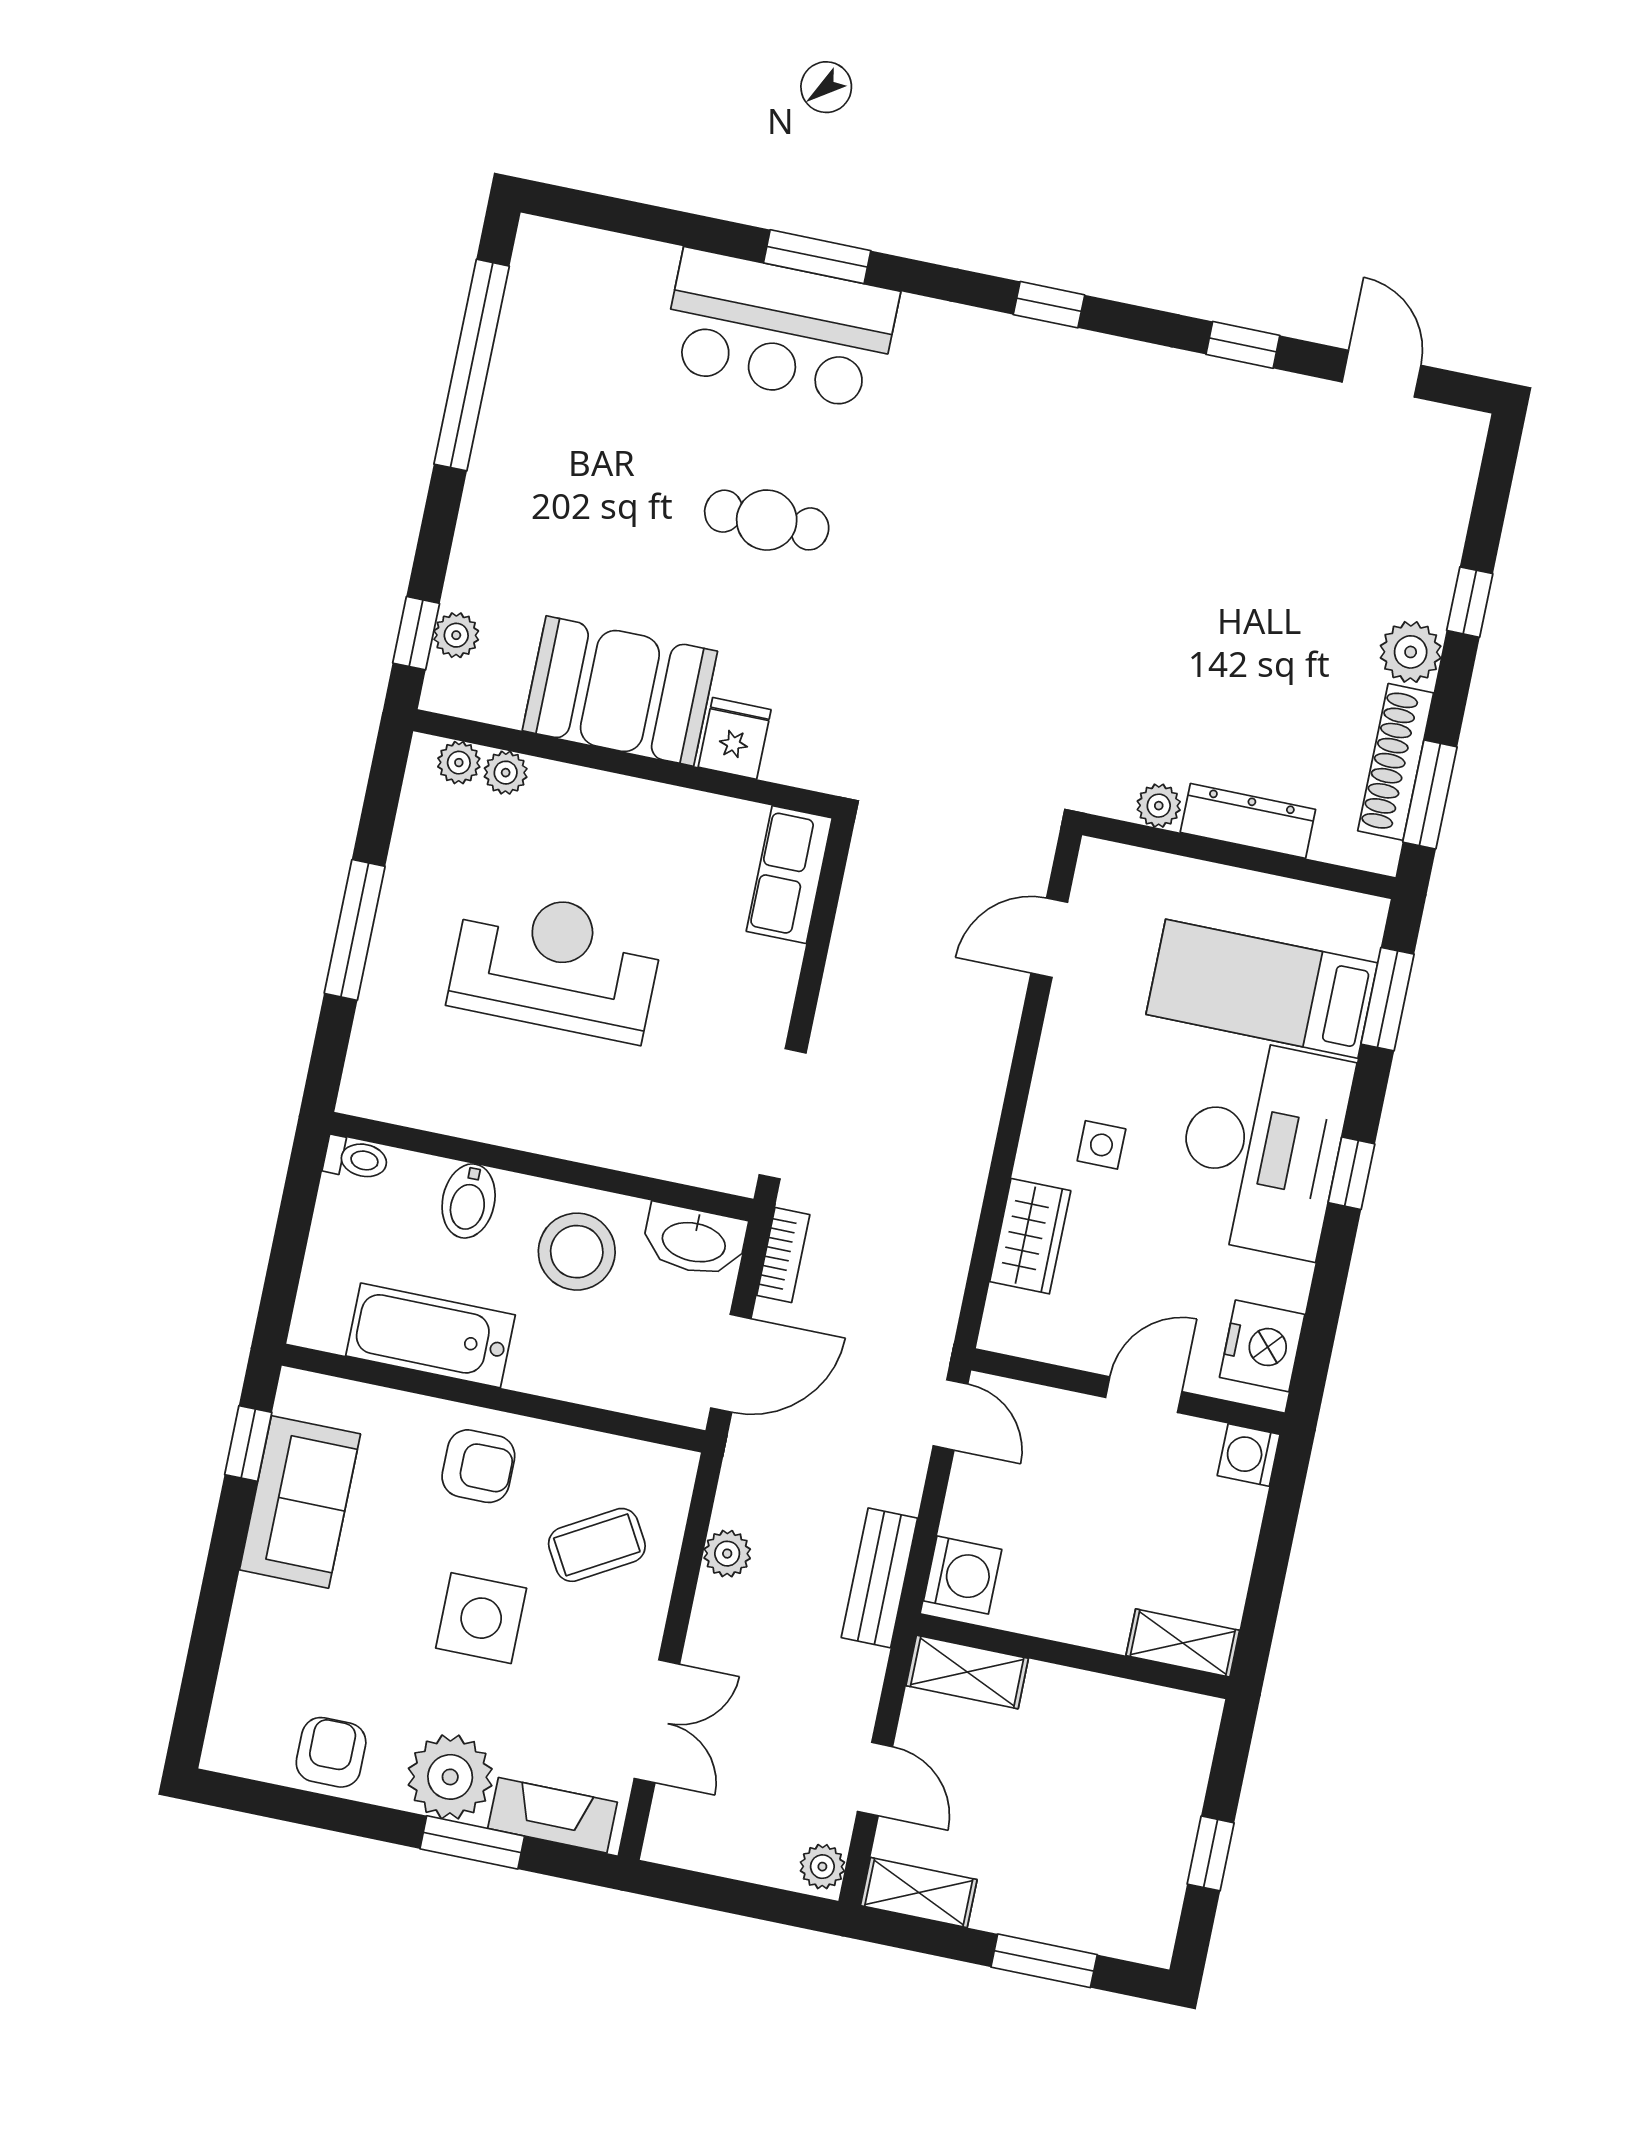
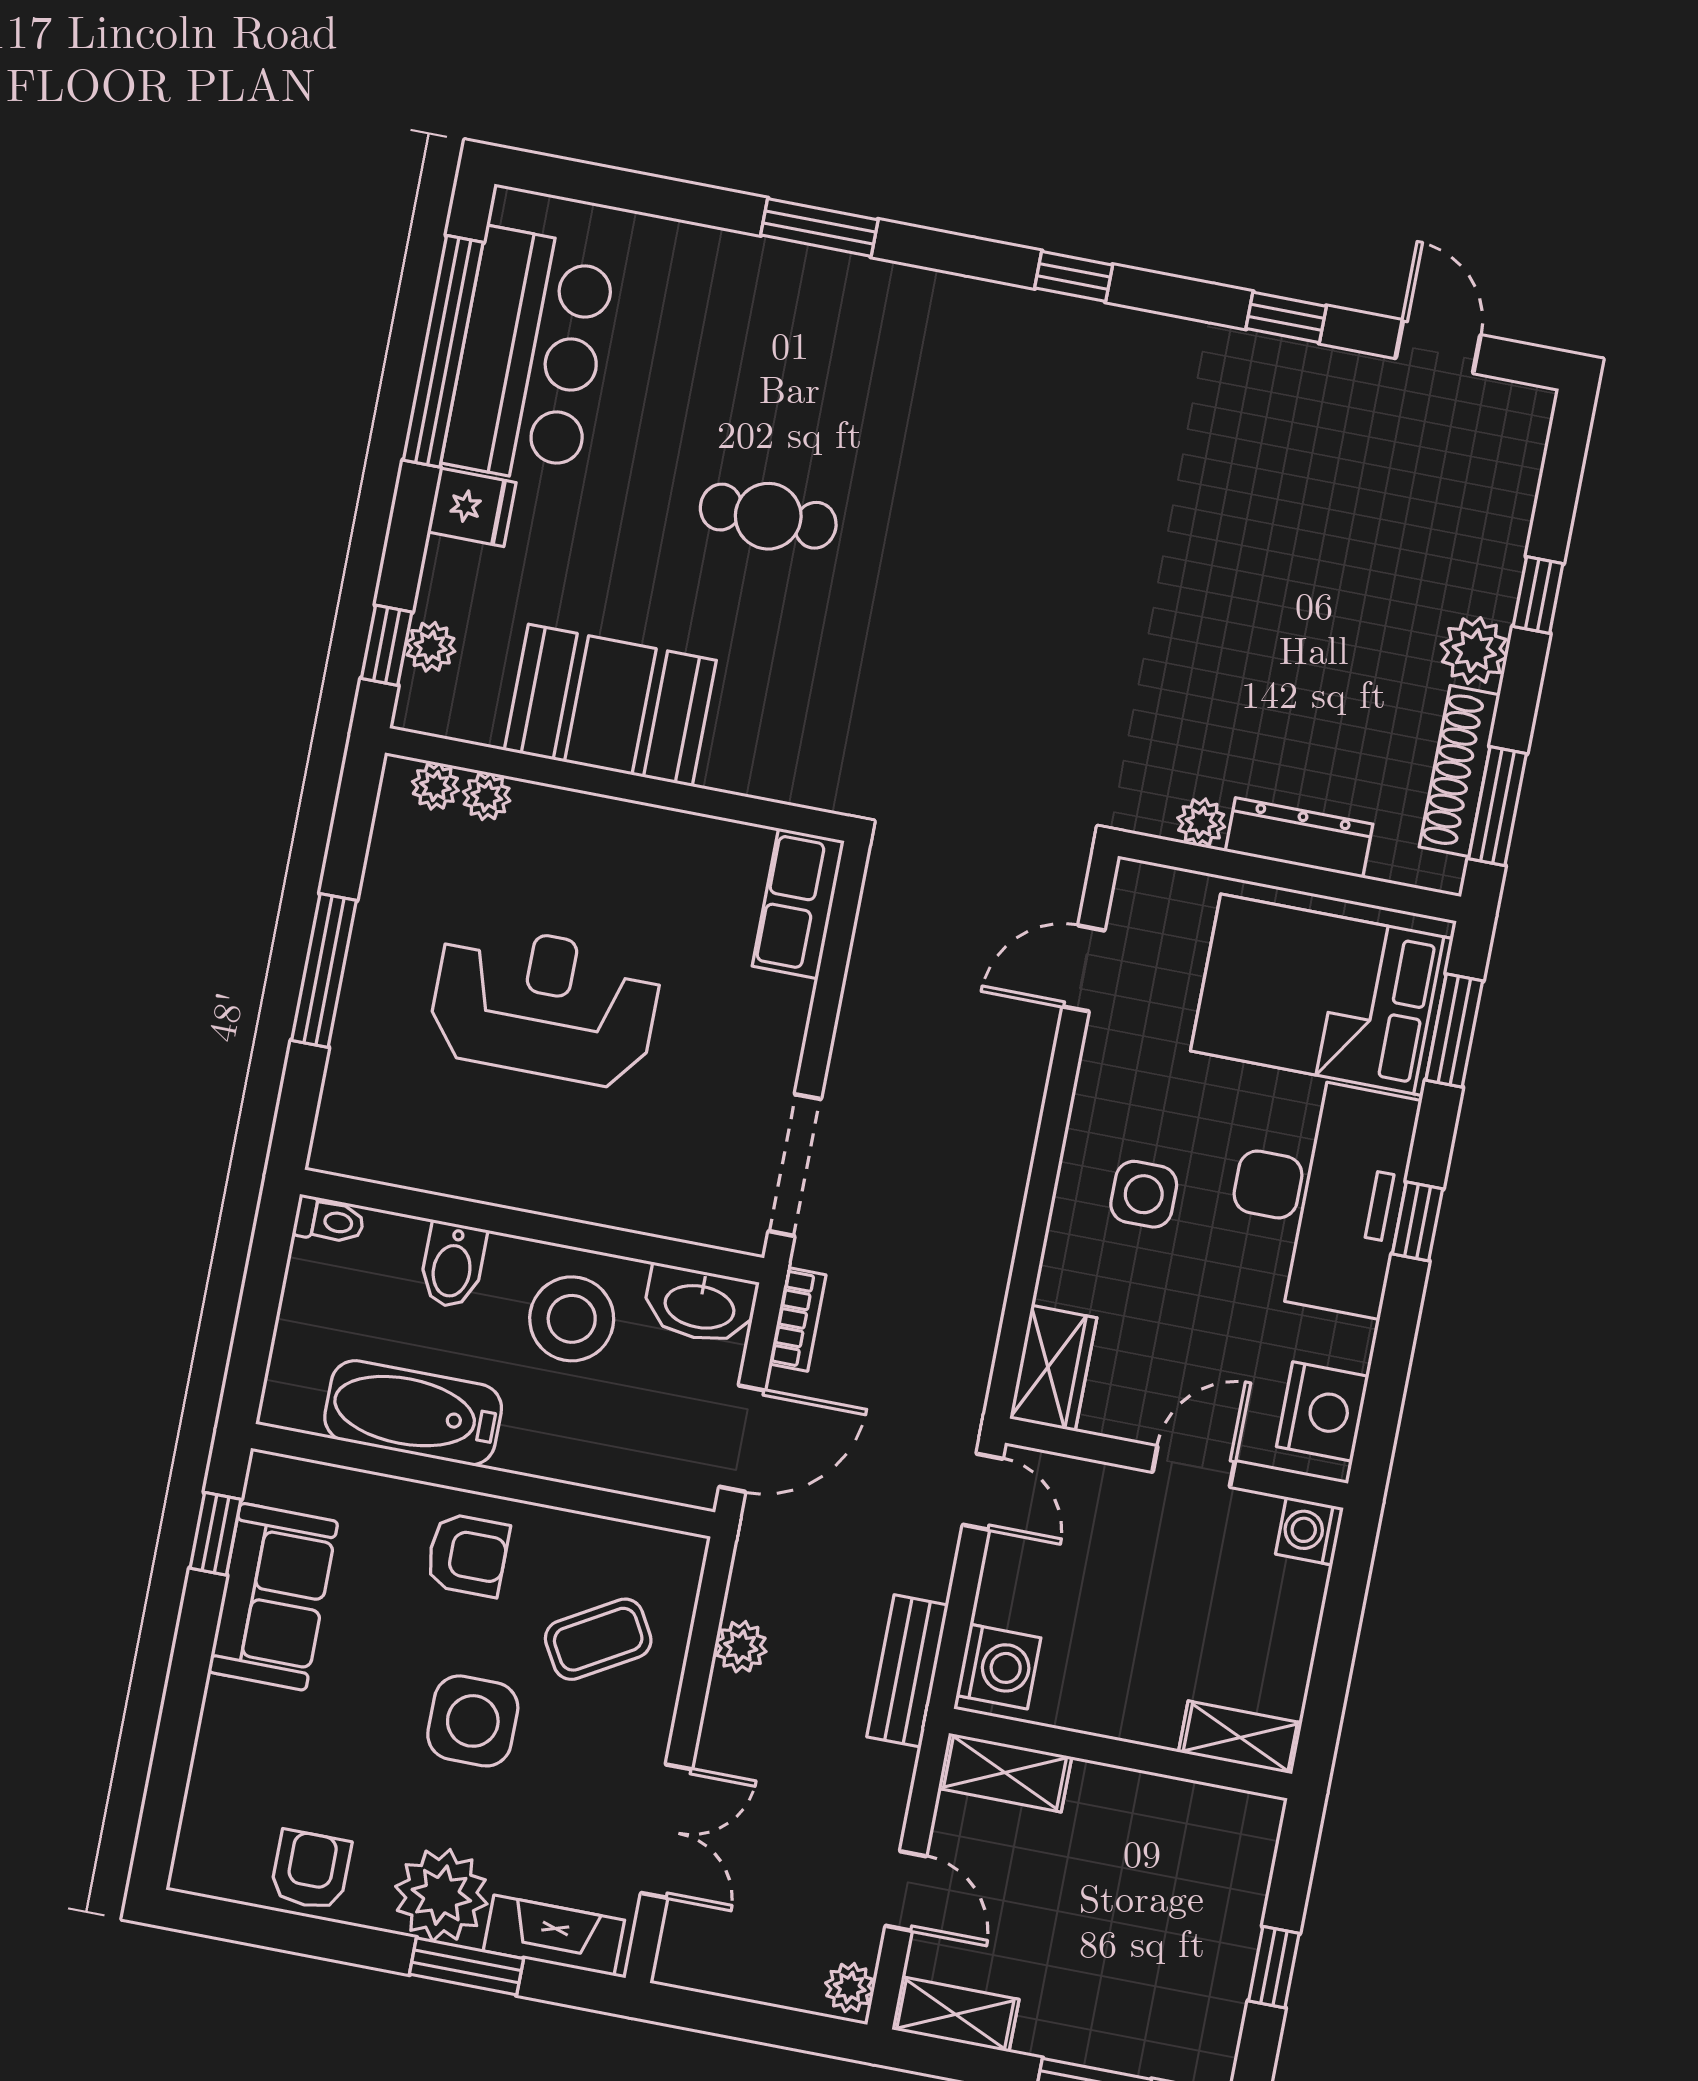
bar counter: (780, 329) -> (530, 357), moved, turned -90
fridge: (735, 738) -> (472, 507), moved, turned 90
bed: (1262, 989) -> (1322, 995), width x1.50
side table: (1101, 1145) -> (1144, 1194), width x1.37, depth x1.37
wardrobe: (1030, 1236) -> (1053, 1368), moved

